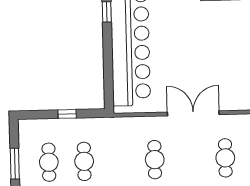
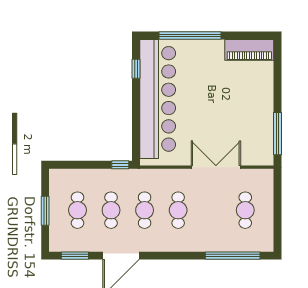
window: (67, 114) -> (120, 165), moved
cafe table: (119, 160) -> (145, 210), added

